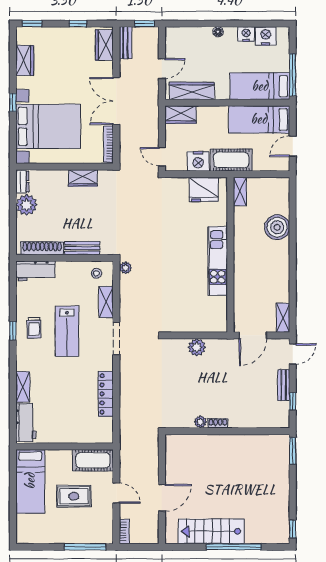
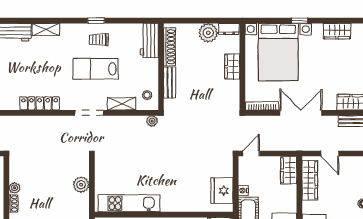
nightstand: (198, 161) -> (243, 191), width x0.53, depth x0.56
wardrobe: (83, 178) -> (232, 67), moved
kitchen unit: (218, 261) -> (129, 203), moved

